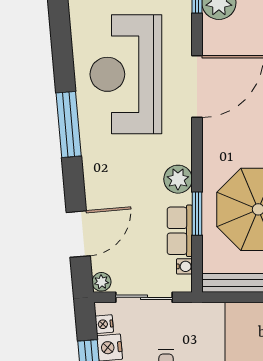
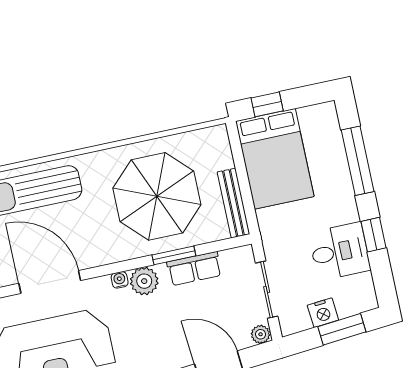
water cooler: (184, 266) -> (120, 280), moved
nightstand: (104, 324) -> (301, 323), removed

